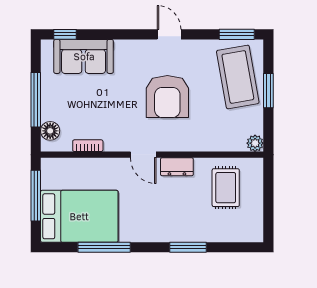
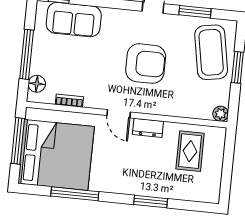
window: (237, 34) -> (195, 12), moved
armchair: (167, 97) -> (146, 64), turned -90
bed: (79, 216) -> (56, 155), width x1.36

